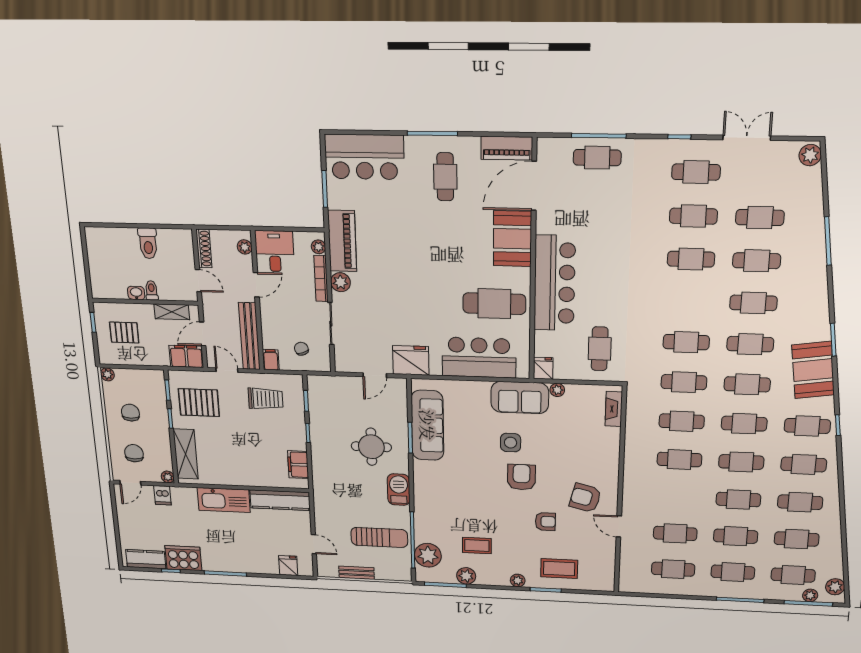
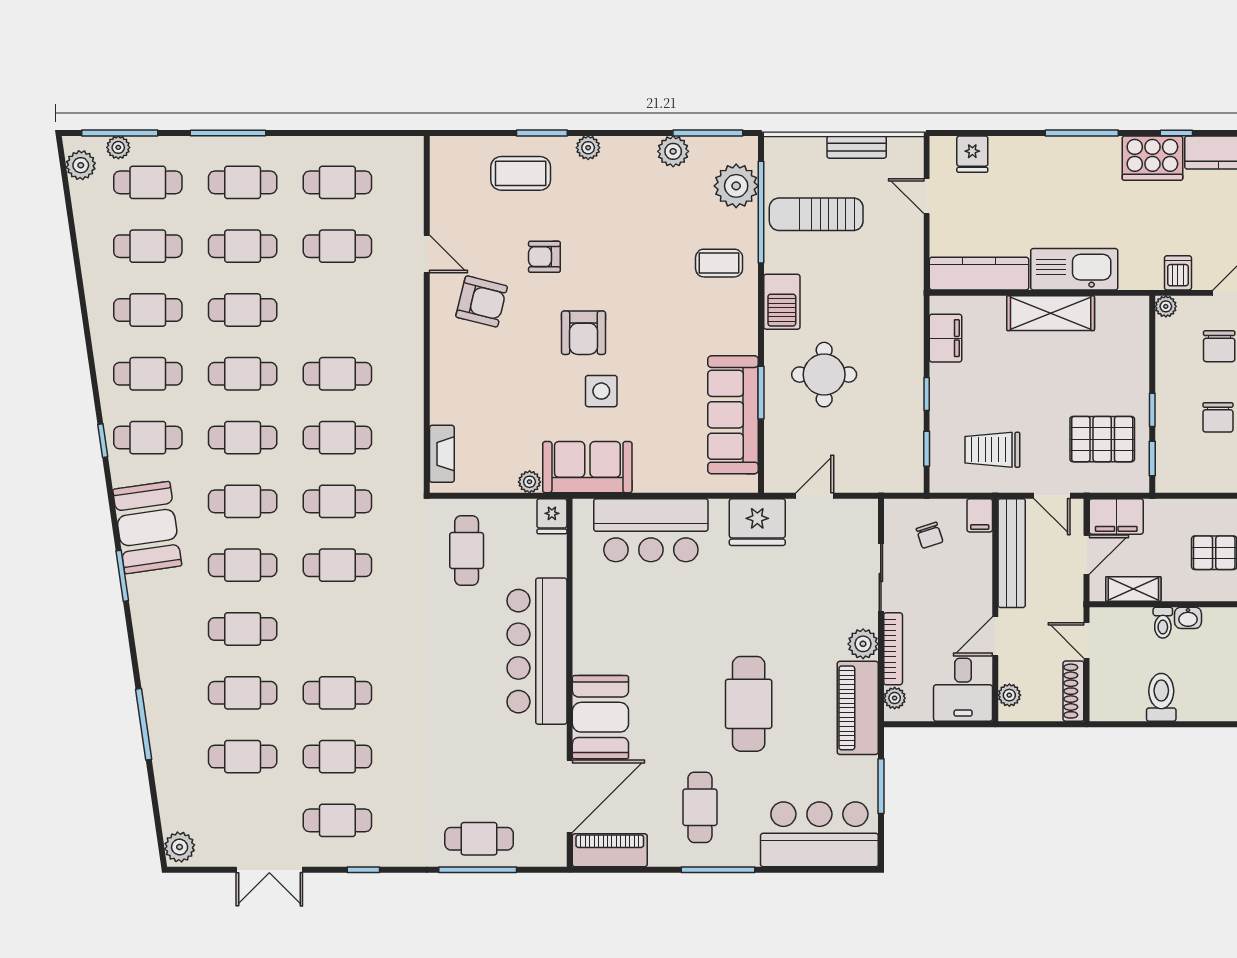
cafe table: (494, 304) -> (749, 704), moved, turned 90
shelving: (186, 454) -> (1051, 313), moved, turned 90
coffee table: (477, 546) -> (719, 263), moved

